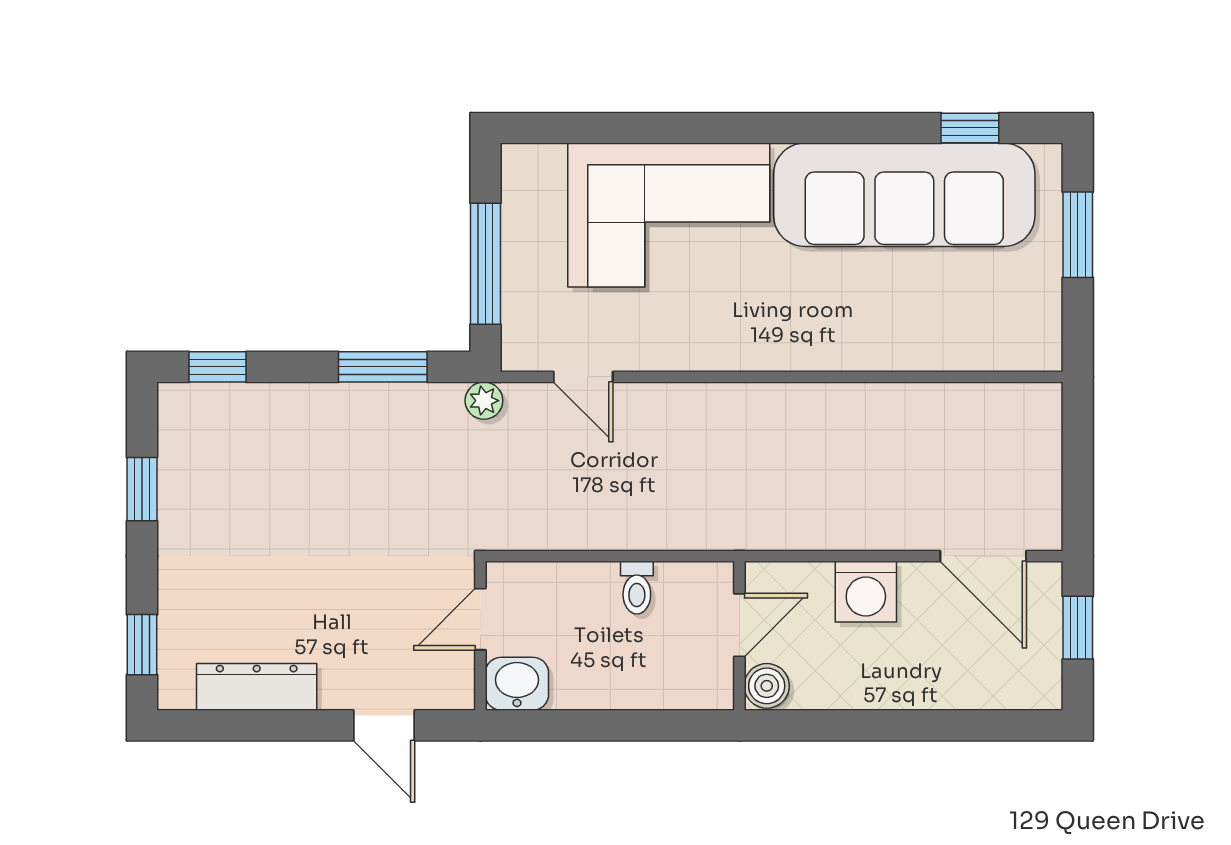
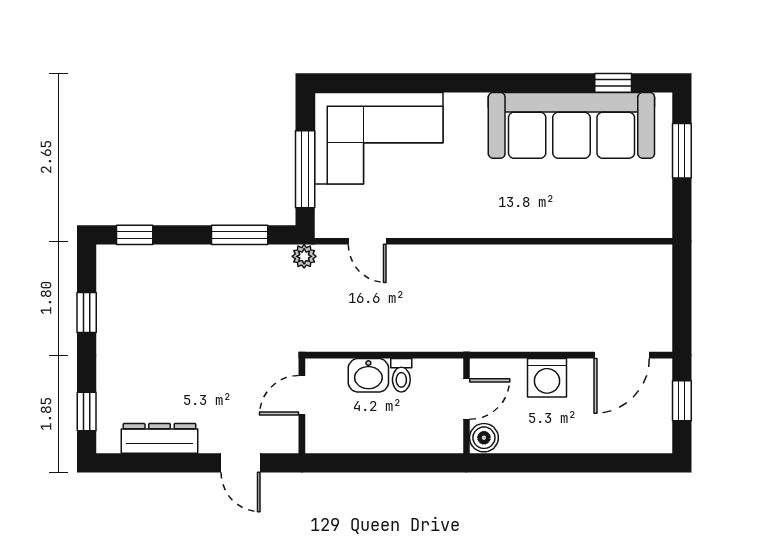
corner sofa: (669, 215) -> (379, 138), moved
door: (983, 556) -> (622, 355), hinge flipped
washbasin: (517, 684) -> (368, 375), moved, turned 180

